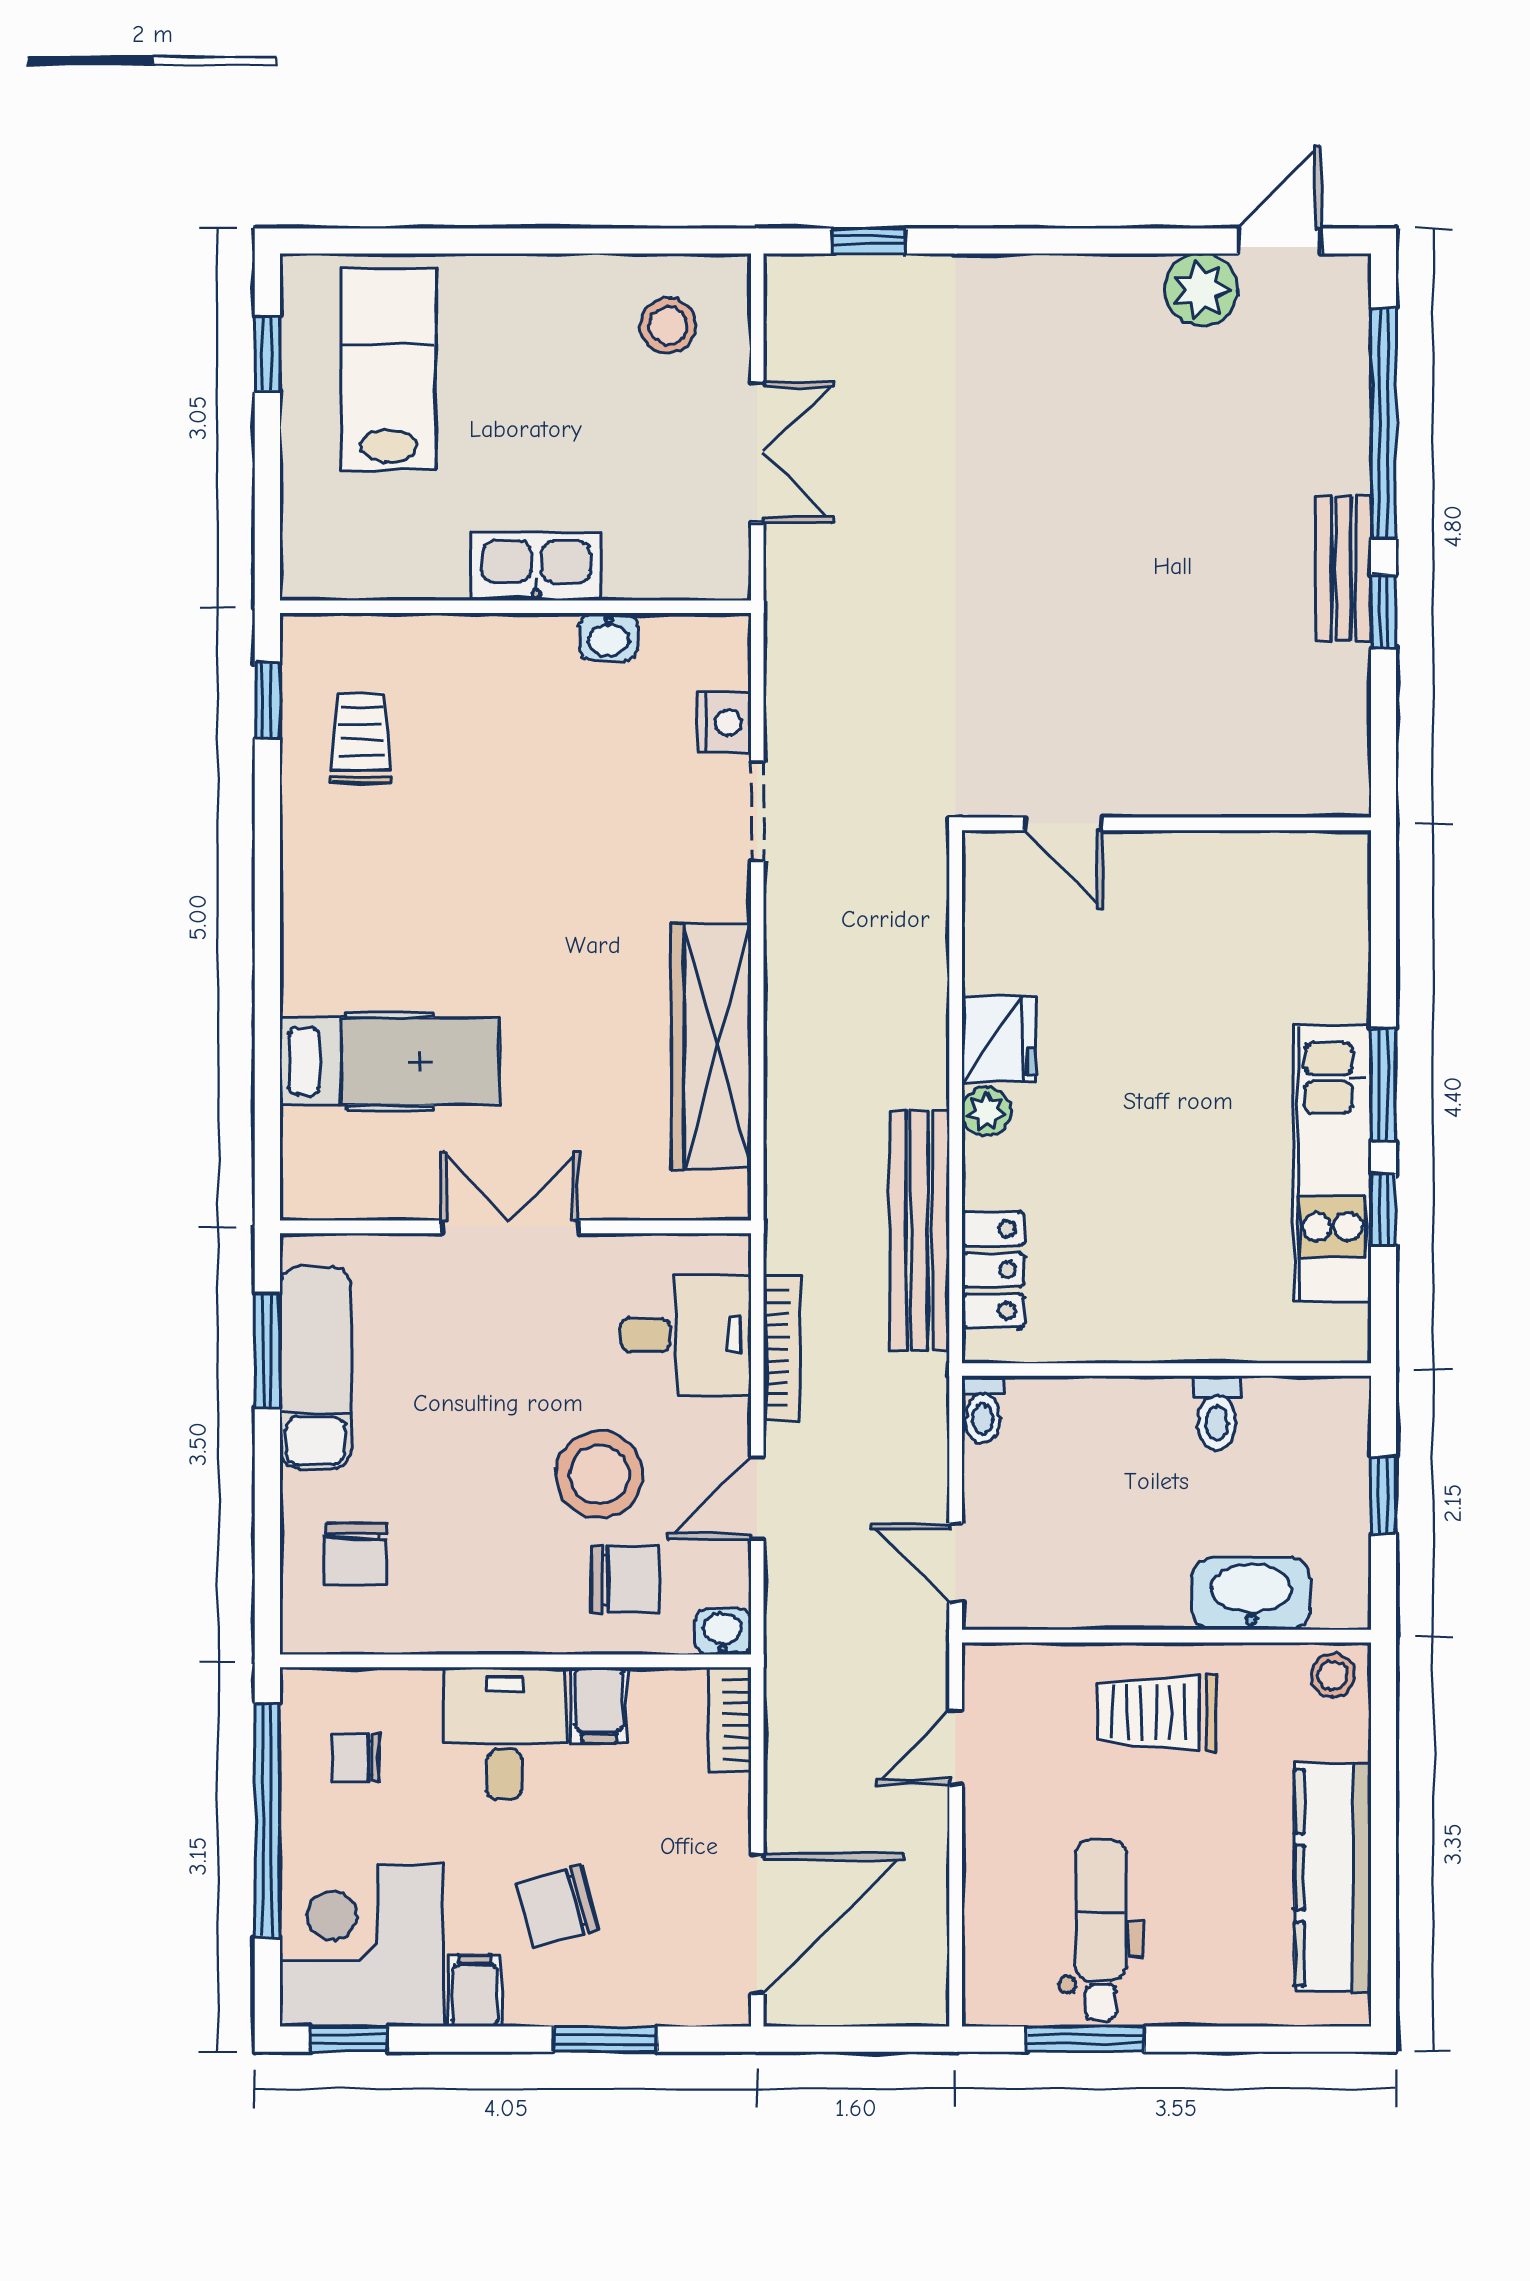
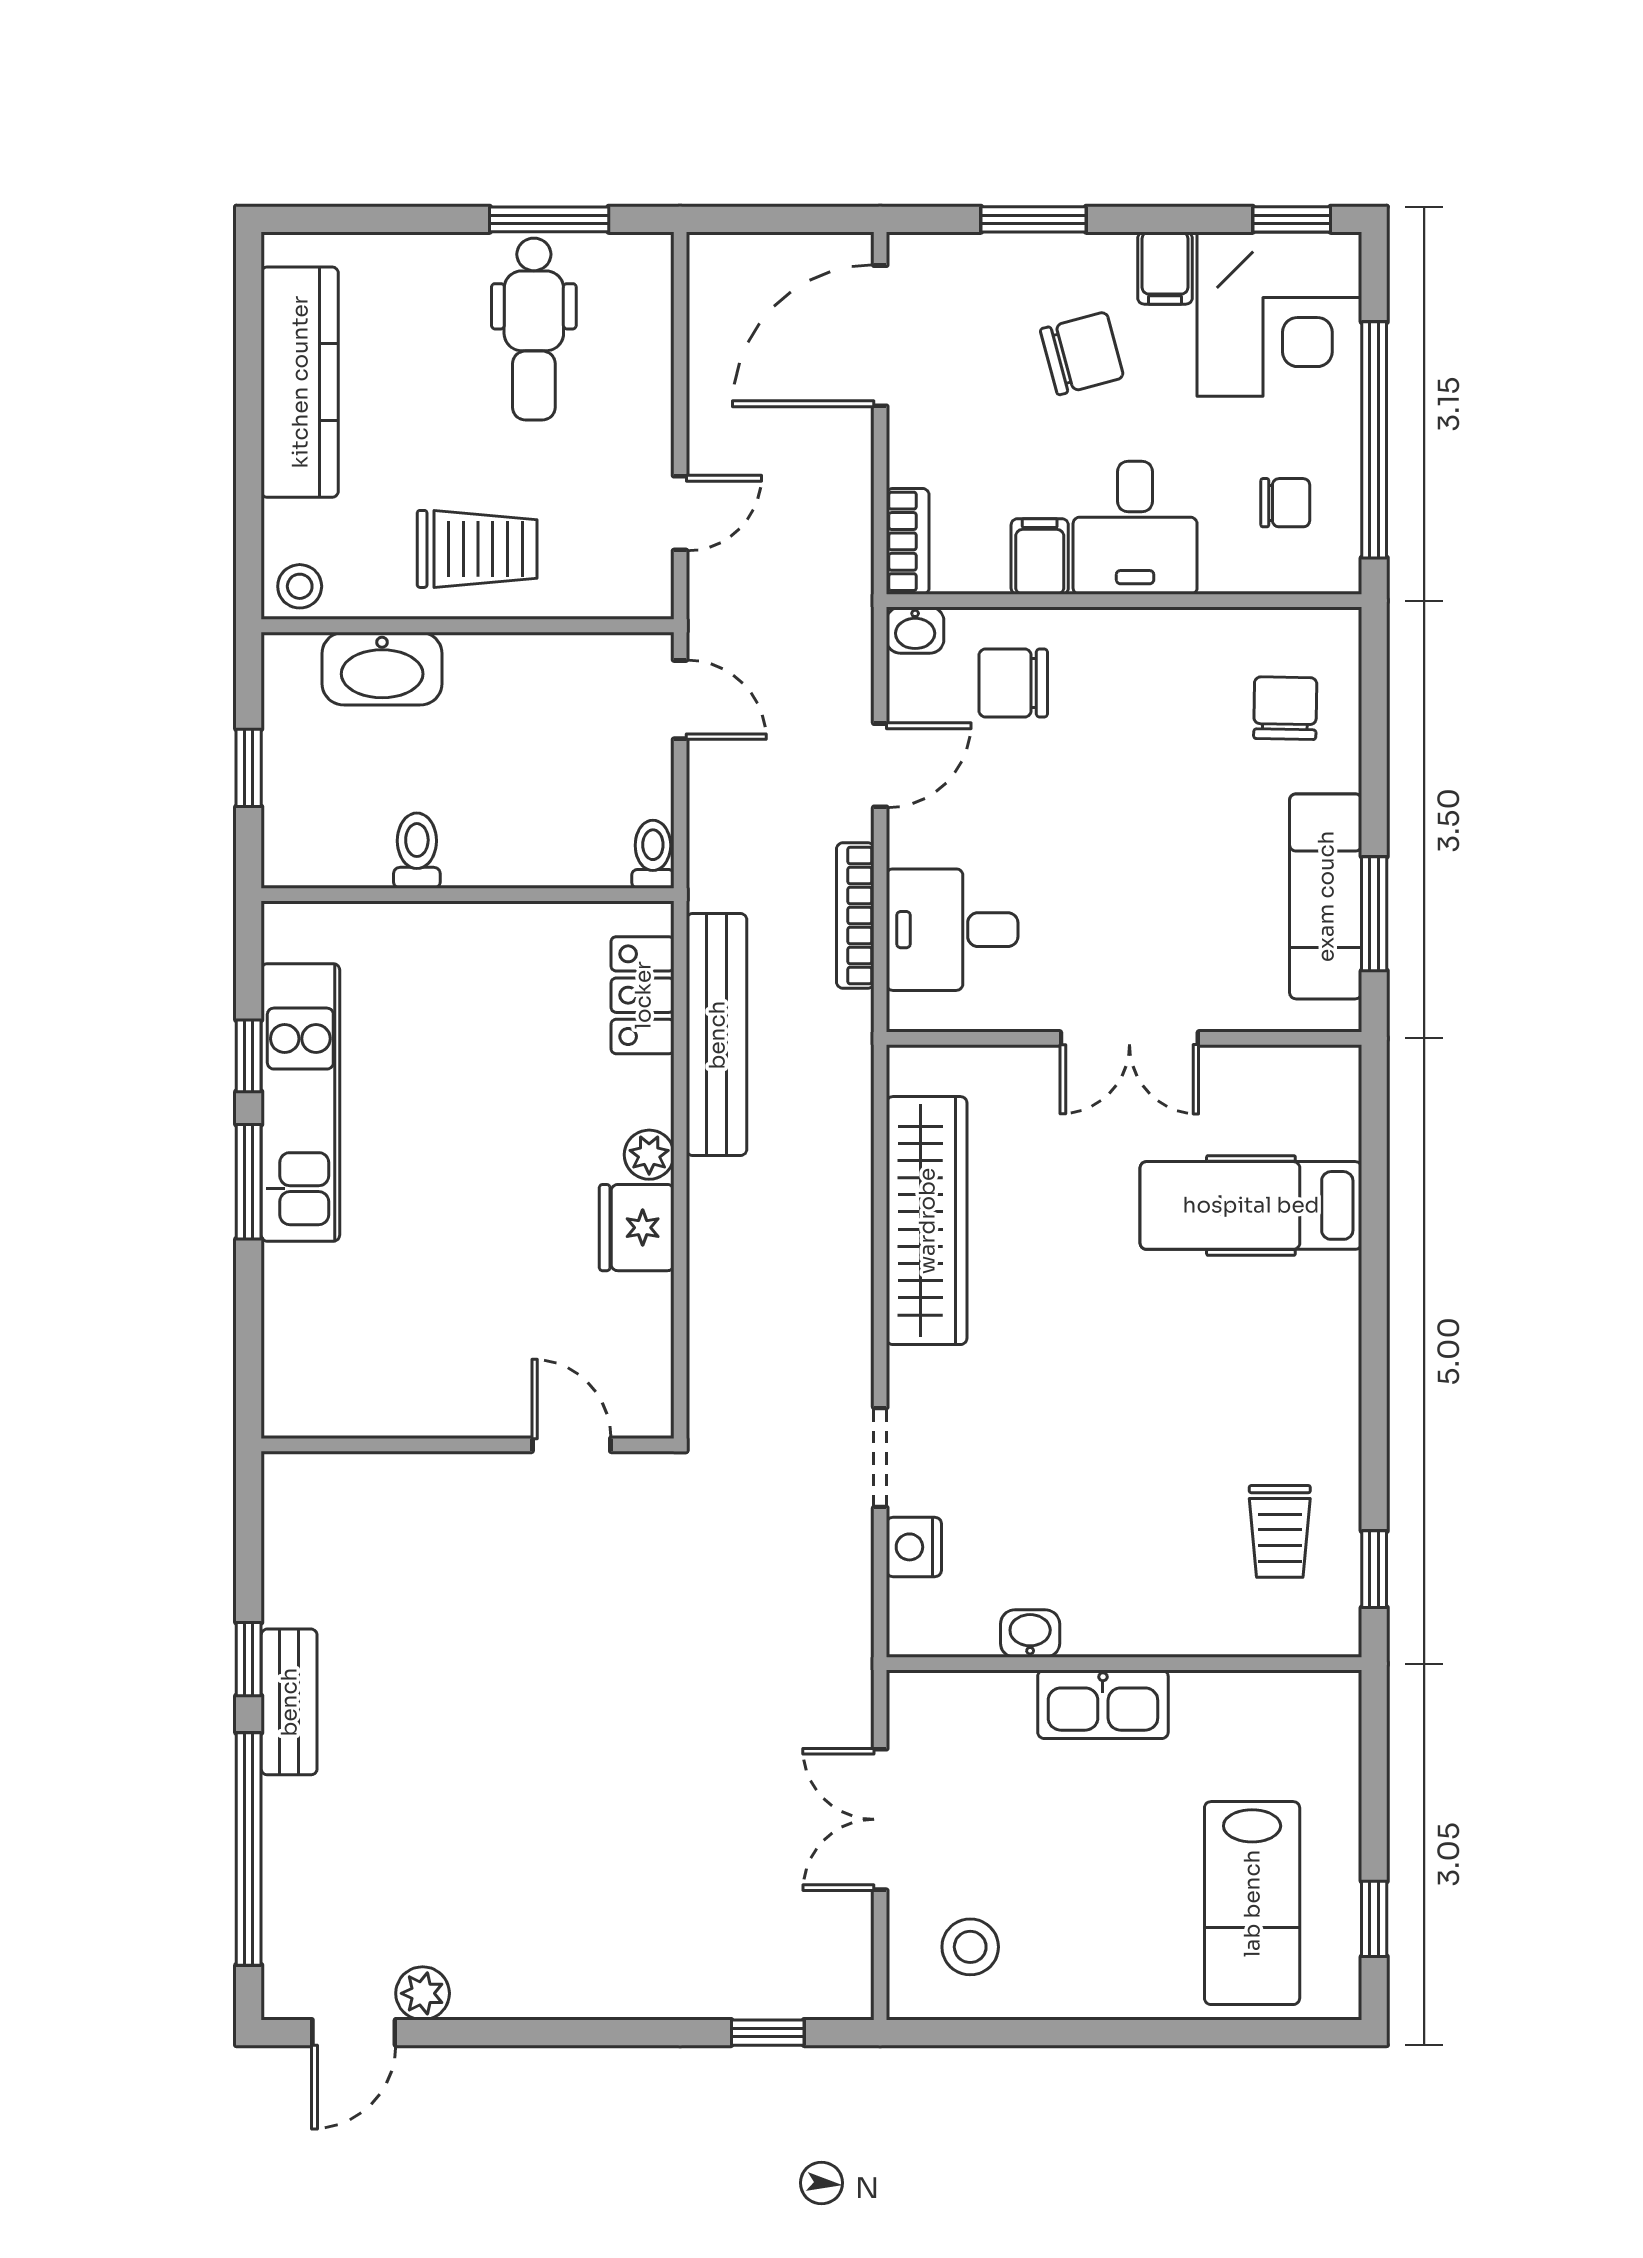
plant: (1201, 290) -> (423, 1993), width x0.73, depth x0.73
stool: (599, 1475) -> (1039, 789), removed

